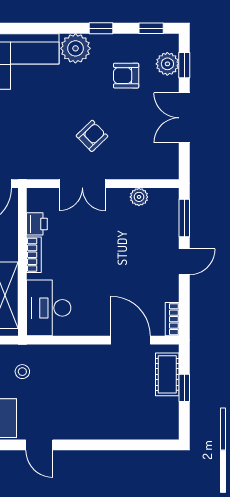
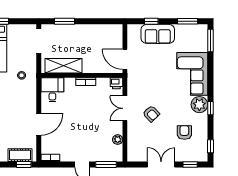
window: (101, 28) -> (210, 108), moved
plant: (167, 64) -> (191, 155), removed
printer: (37, 224) -> (116, 83), moved
desk: (49, 308) -> (52, 90), width x0.73
door: (131, 340) -> (39, 124), moved
window: (184, 388) -> (24, 164), moved

